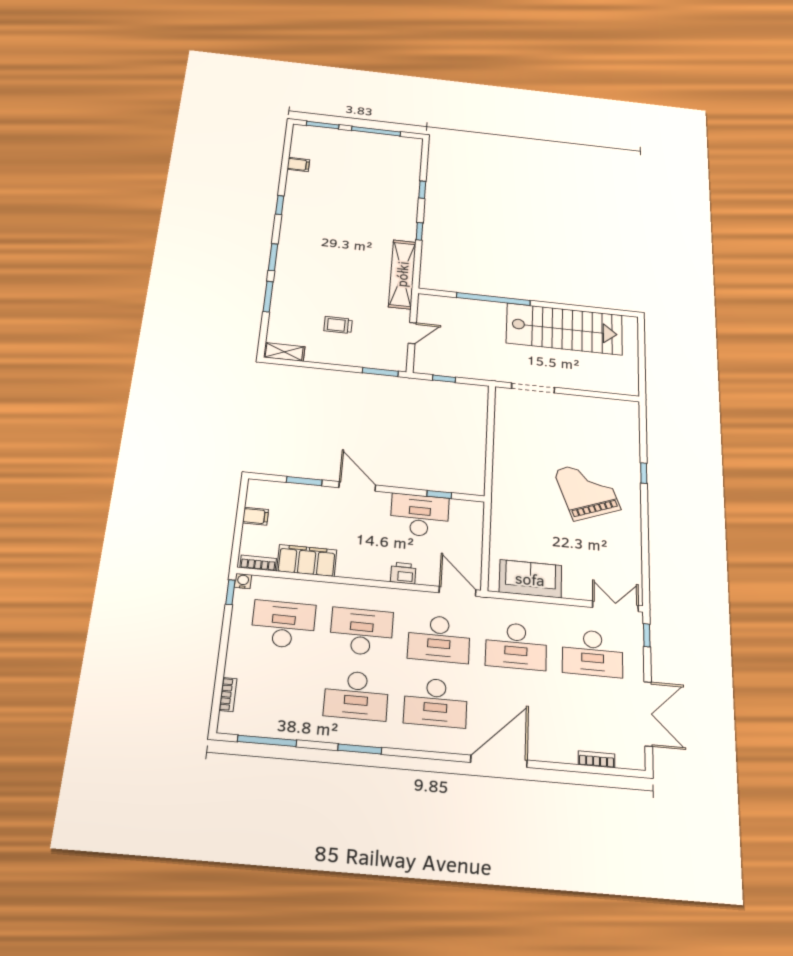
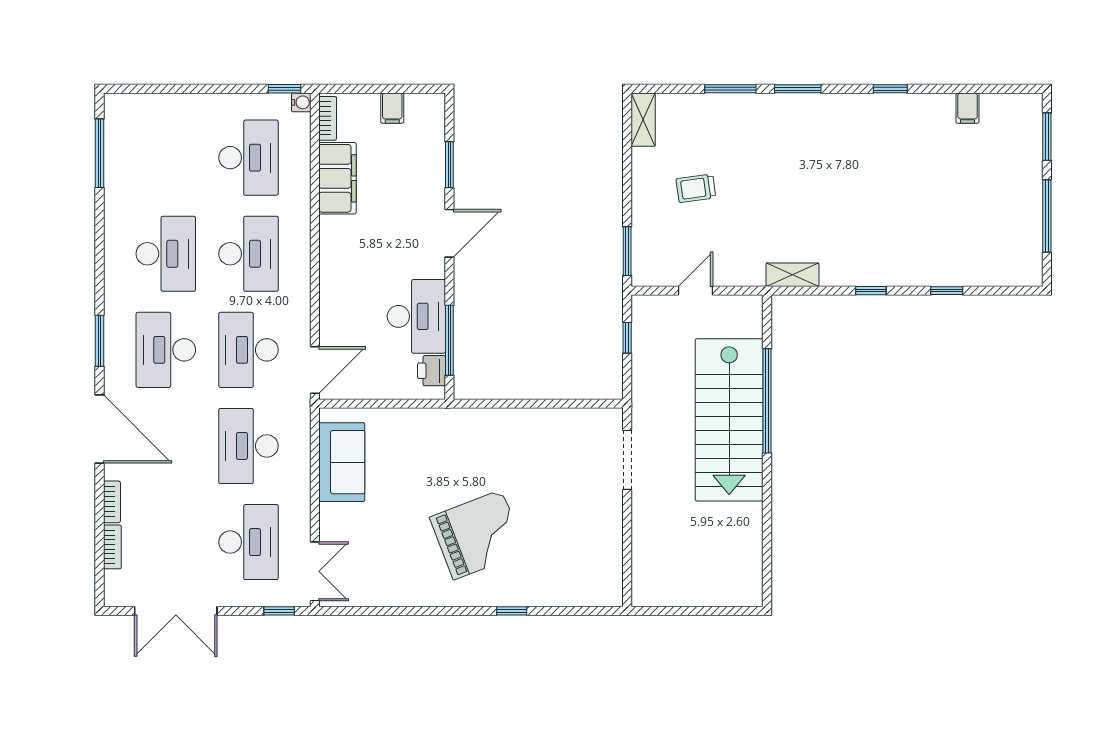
shelving: (402, 274) -> (792, 275), width x0.45, depth x0.75
trolley: (338, 325) -> (696, 188), turned -98
stairs: (564, 329) -> (729, 420), moved
door: (412, 333) -> (695, 291), swing flipped
window: (439, 494) -> (449, 340), width x2.17
printer: (403, 573) -> (431, 371), moved, turned 180
desk: (593, 653) -> (248, 542), turned 180
bookcase: (228, 695) -> (112, 502), moved, turned -90
desk: (356, 695) -> (166, 254), turned 180
window: (360, 749) -> (99, 341), moved

